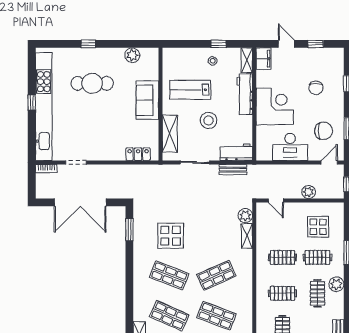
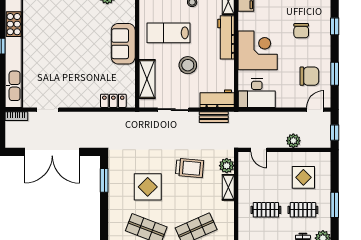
cafe table: (92, 83) -> (65, 26), removed
desk: (290, 147) -> (257, 93), moved
trolley: (210, 218) -> (190, 168), added

